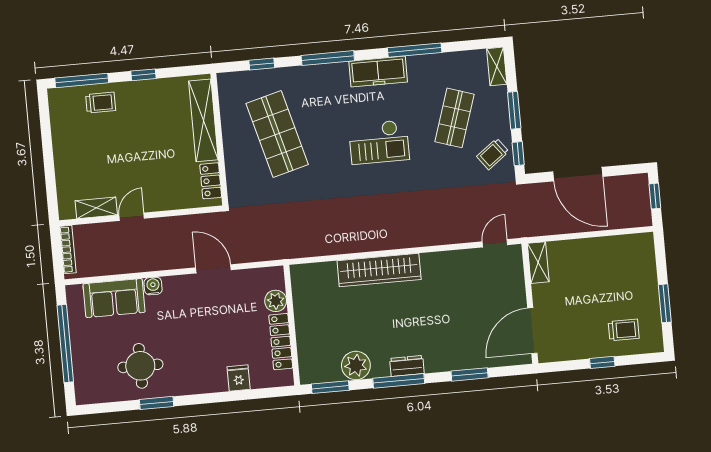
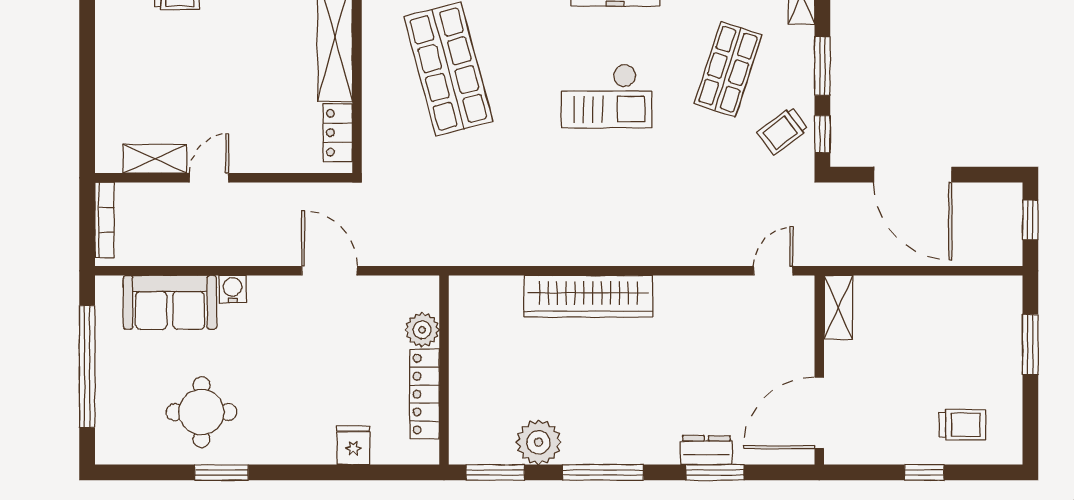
window: (665, 303) -> (1030, 345), moved
dresser: (407, 366) -> (706, 450), moved

